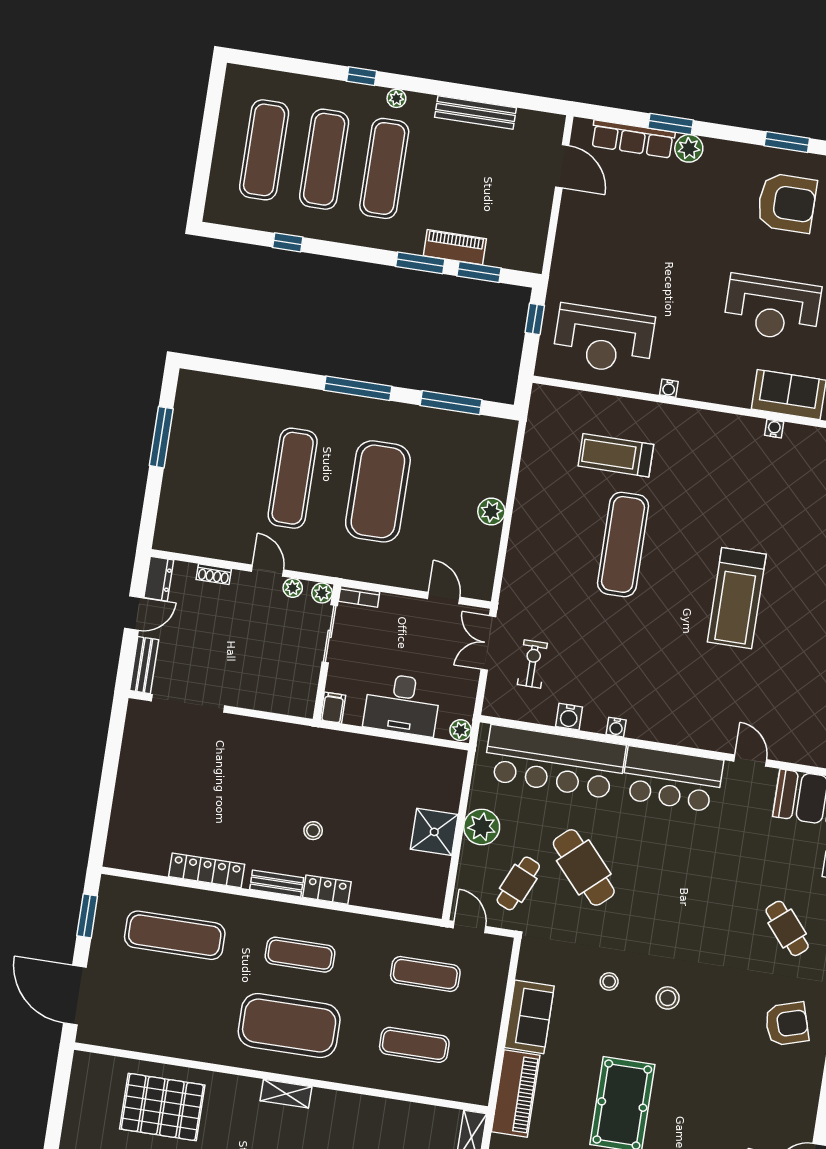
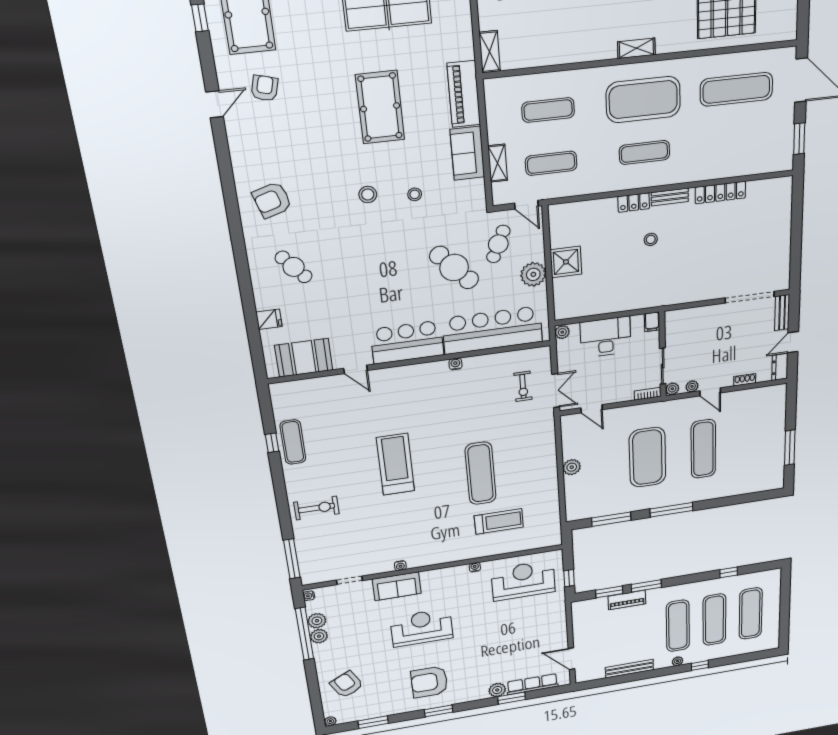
water cooler: (569, 717) -> (490, 361), removed
exercise mat: (175, 935) -> (736, 89), moved
shelving: (494, 993) -> (498, 163), added

